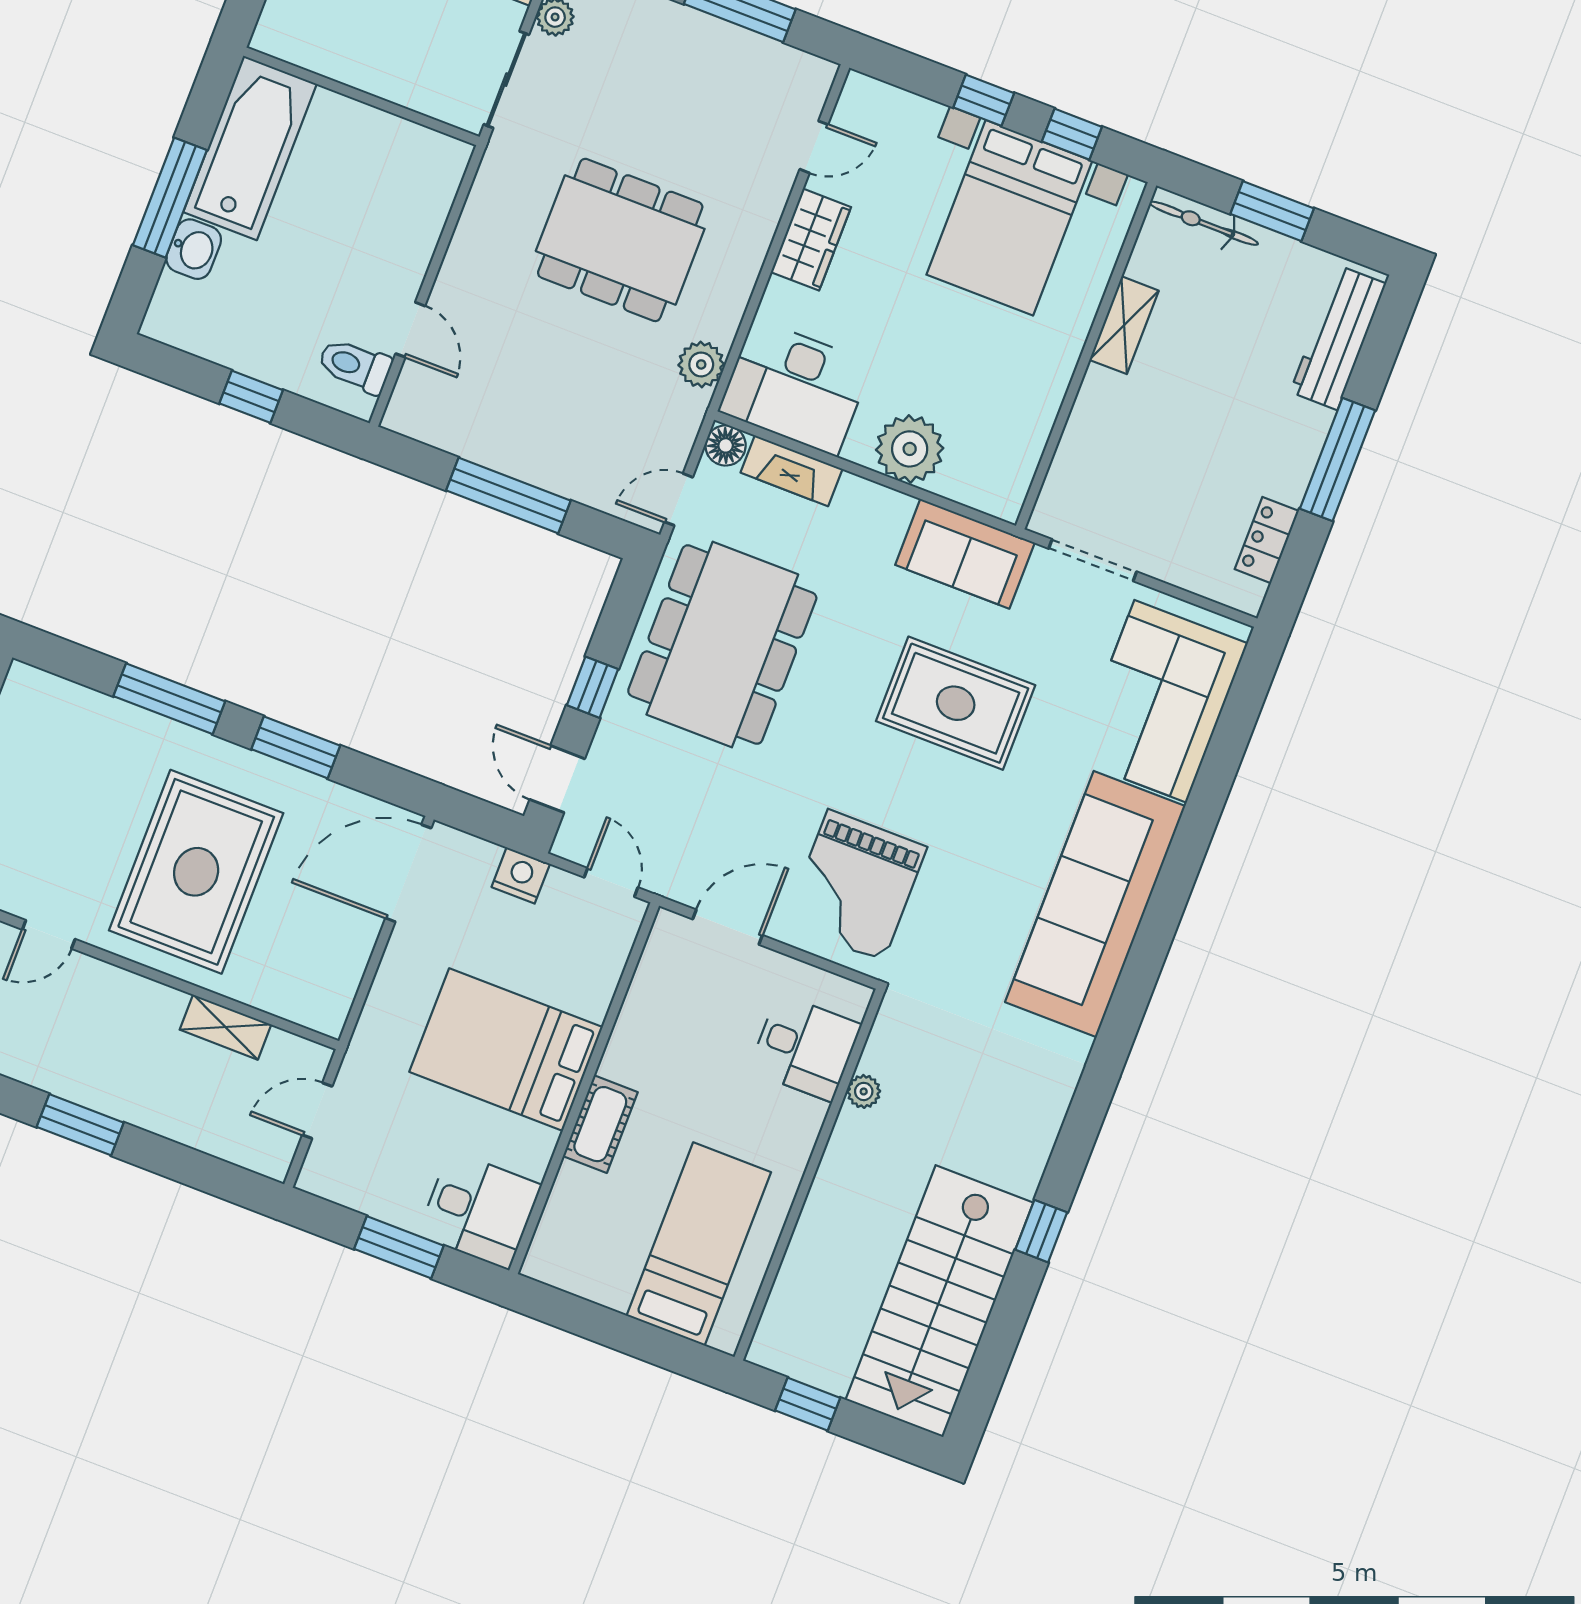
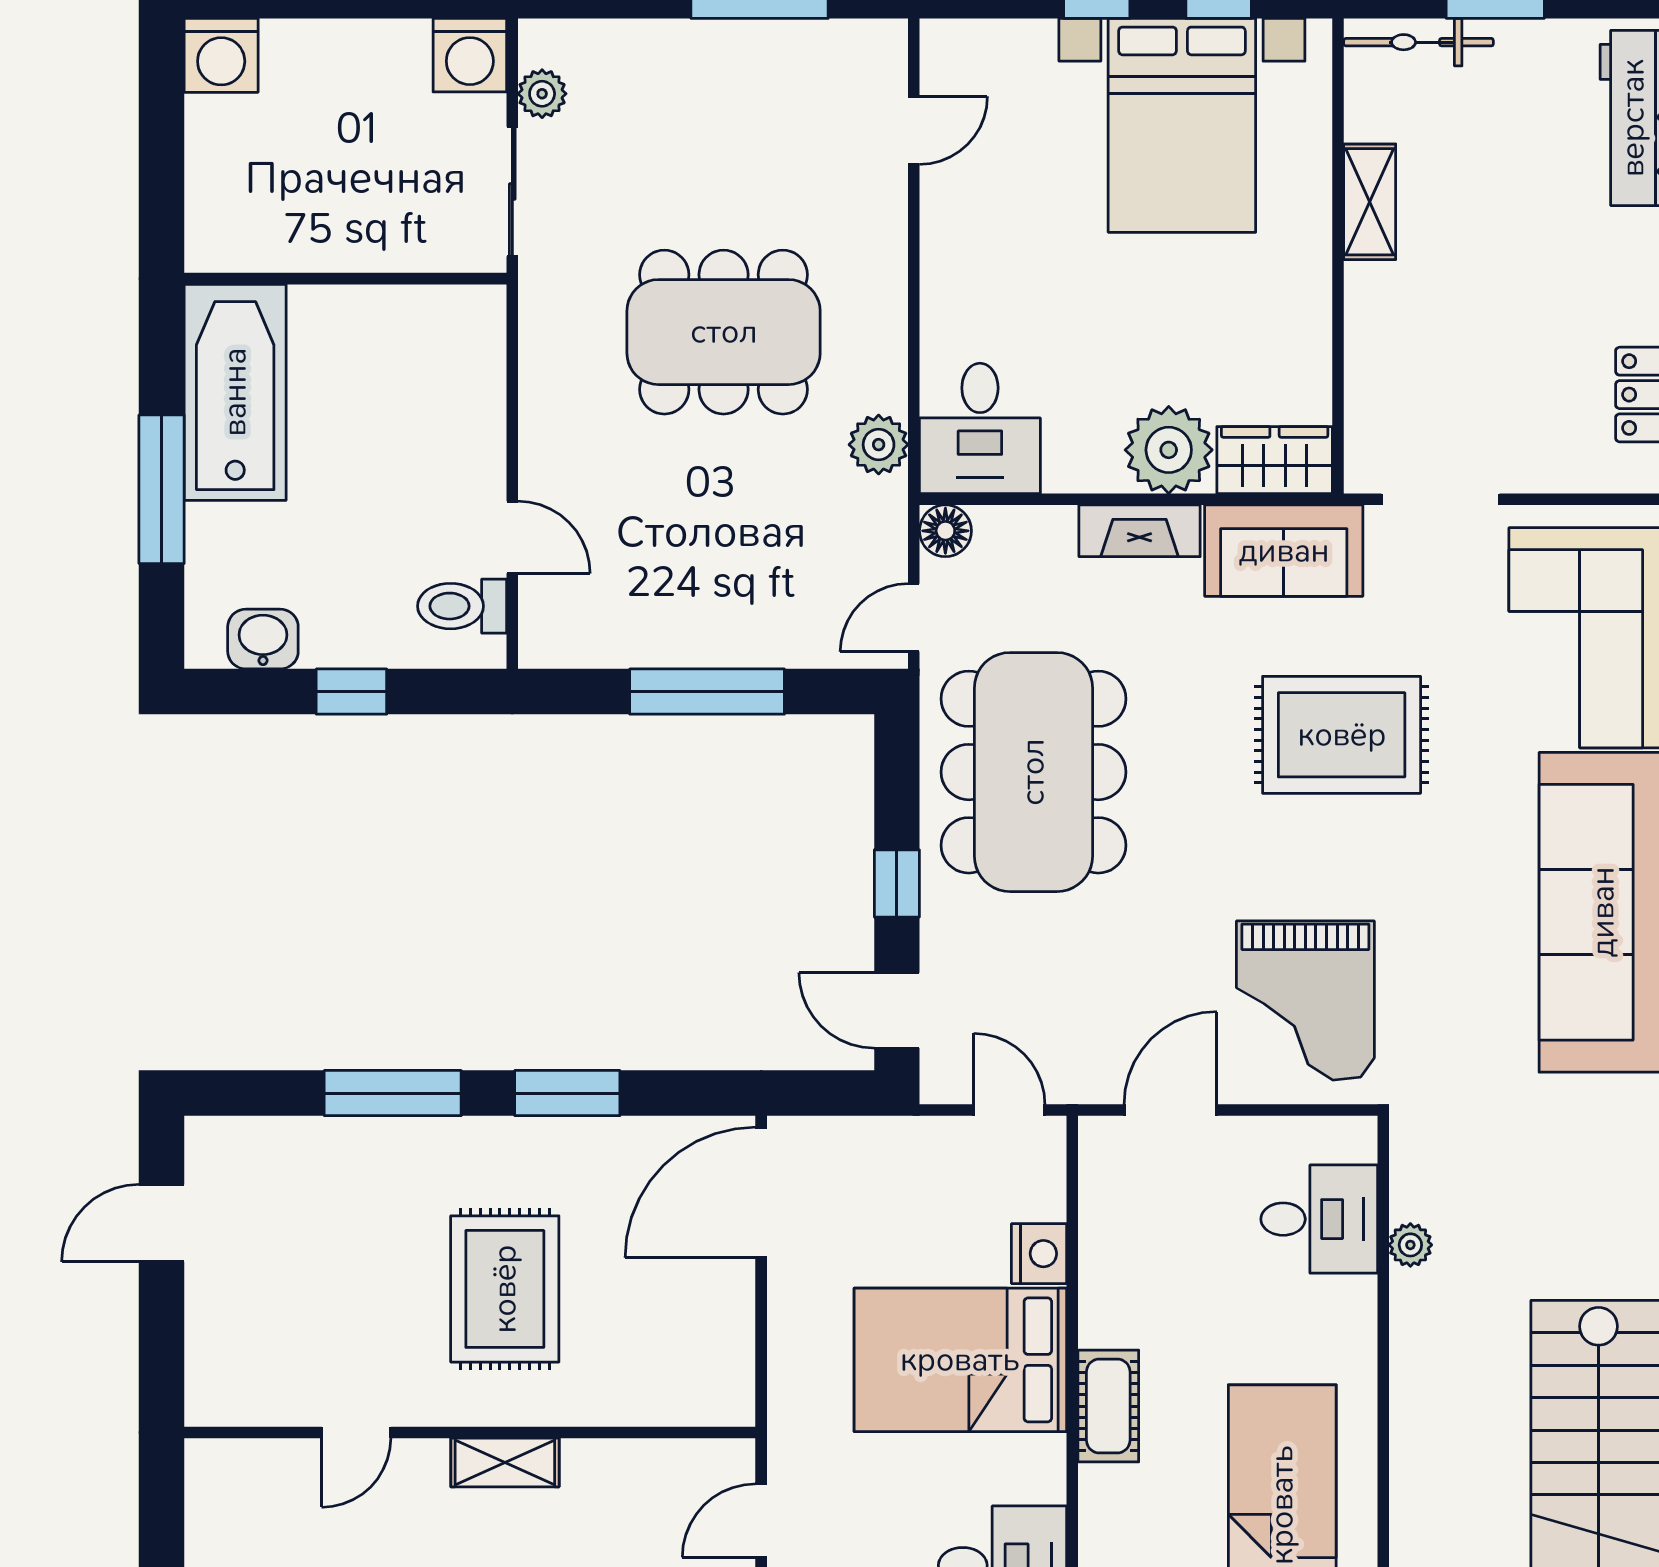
wardrobe: (811, 240) -> (1275, 460), moved, turned -90
washbasin: (194, 249) -> (263, 639), moved, turned -90
desk: (795, 387) -> (980, 428), width x0.73
fireplace: (792, 471) -> (1140, 531), moved
rug: (196, 872) -> (505, 1289), width x0.73, depth x0.69
nightstand: (521, 875) -> (1039, 1254), moved, turned 90
shelving: (225, 1027) -> (505, 1462), moved

